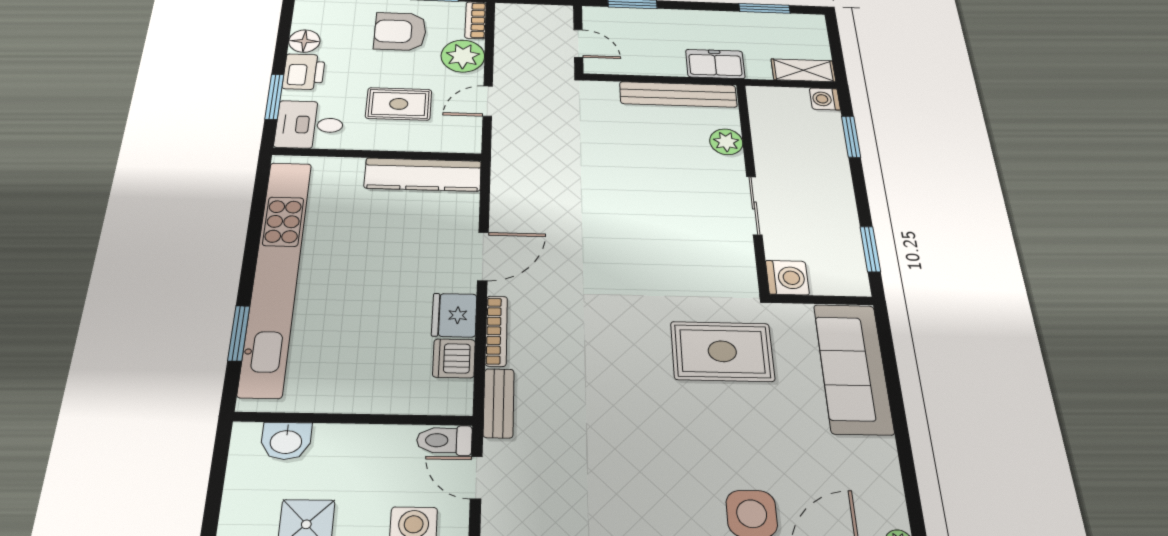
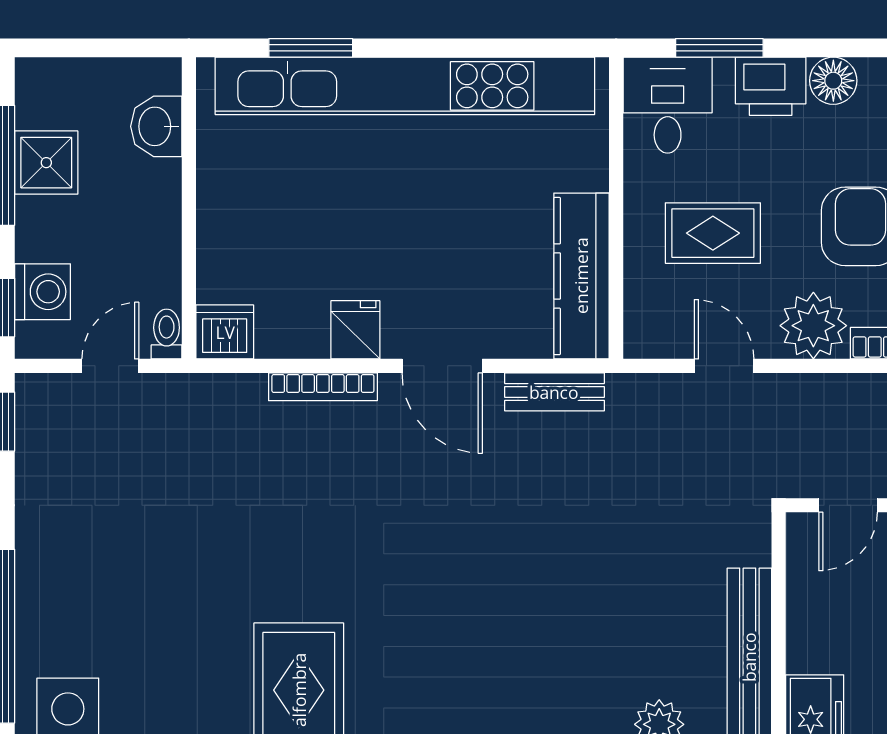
rug: (399, 104) -> (713, 233), turned 90
fridge: (454, 315) -> (355, 330), width x0.72
dishwasher: (454, 358) -> (225, 332), moved
bench: (499, 403) -> (554, 392), moved
toilet: (444, 440) -> (167, 334), width x0.73, depth x0.72

